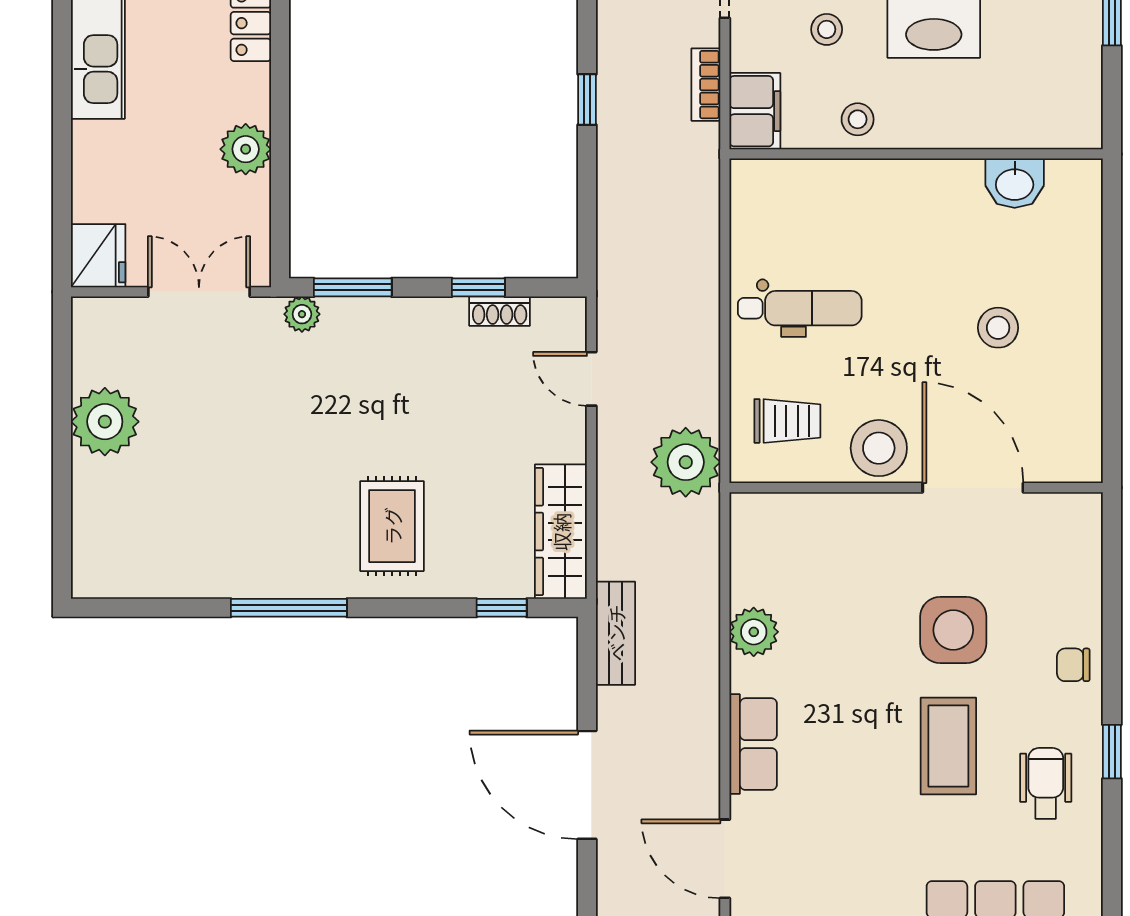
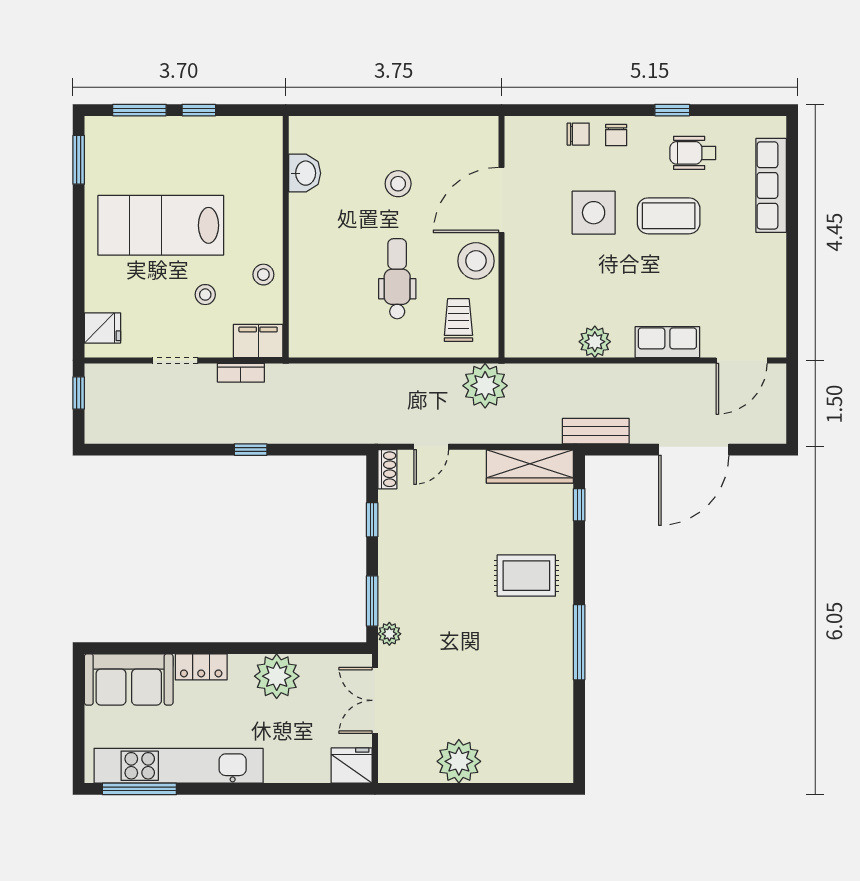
plant: (246, 149) -> (277, 676), width x1.36, depth x1.36
dental chair: (800, 308) -> (397, 279), moved
shoe rack: (500, 311) -> (387, 469), moved
chair: (1075, 606) -> (578, 134), added

